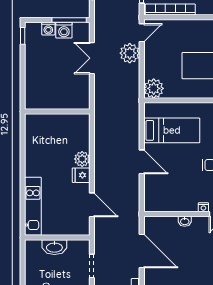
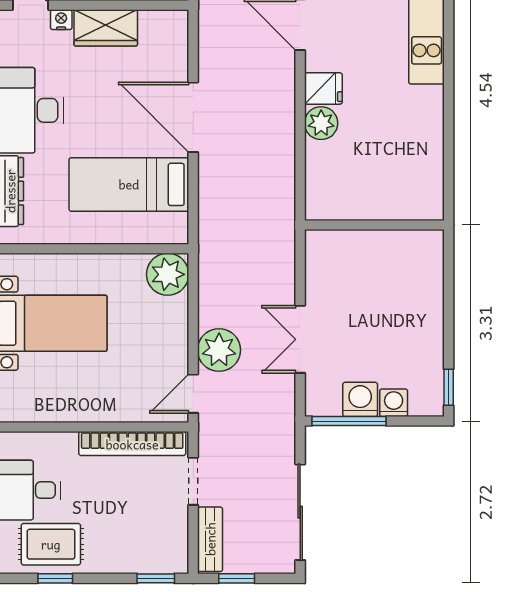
double door: (92, 58) -> (300, 339), swing flipped
door: (142, 162) -> (193, 117), width x1.36
wardrobe: (183, 203) -> (106, 28), added

